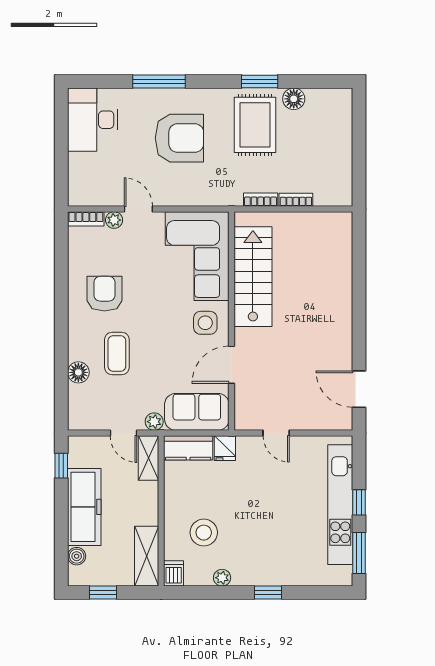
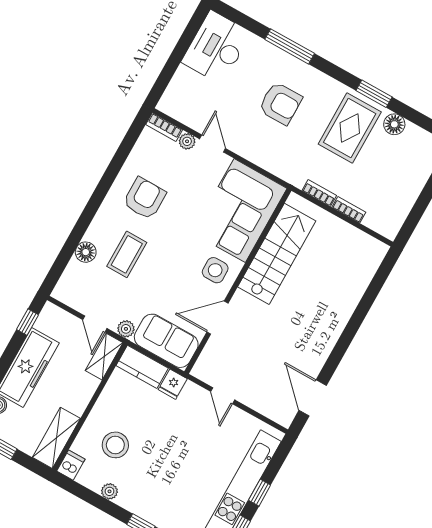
armchair: (179, 138) -> (280, 103), width x0.73, depth x0.73

